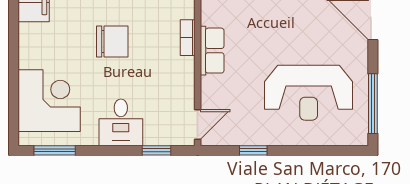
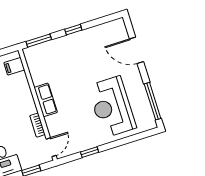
bookcase: (188, 38) -> (37, 125), moved
reception desk: (309, 93) -> (112, 107), turned 90

